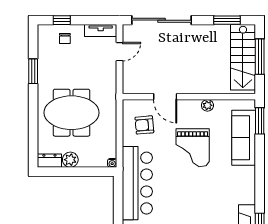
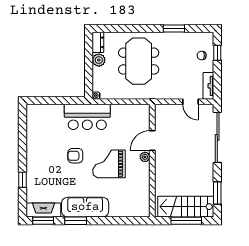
plant: (207, 105) -> (145, 157), moved
window: (260, 121) -> (76, 221), moved
armchair: (144, 125) -> (75, 156), moved, turned -85
sofa: (244, 138) -> (85, 207), moved
bar counter: (137, 183) -> (87, 117), width x0.73

